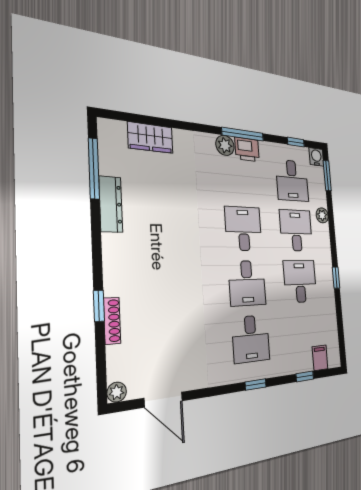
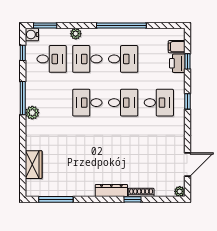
printer: (247, 149) -> (177, 63), moved, turned 180
dresser: (111, 204) -> (111, 191), moved
window: (336, 278) -> (121, 25), width x3.17
desk: (300, 281) -> (123, 59), turned 180

